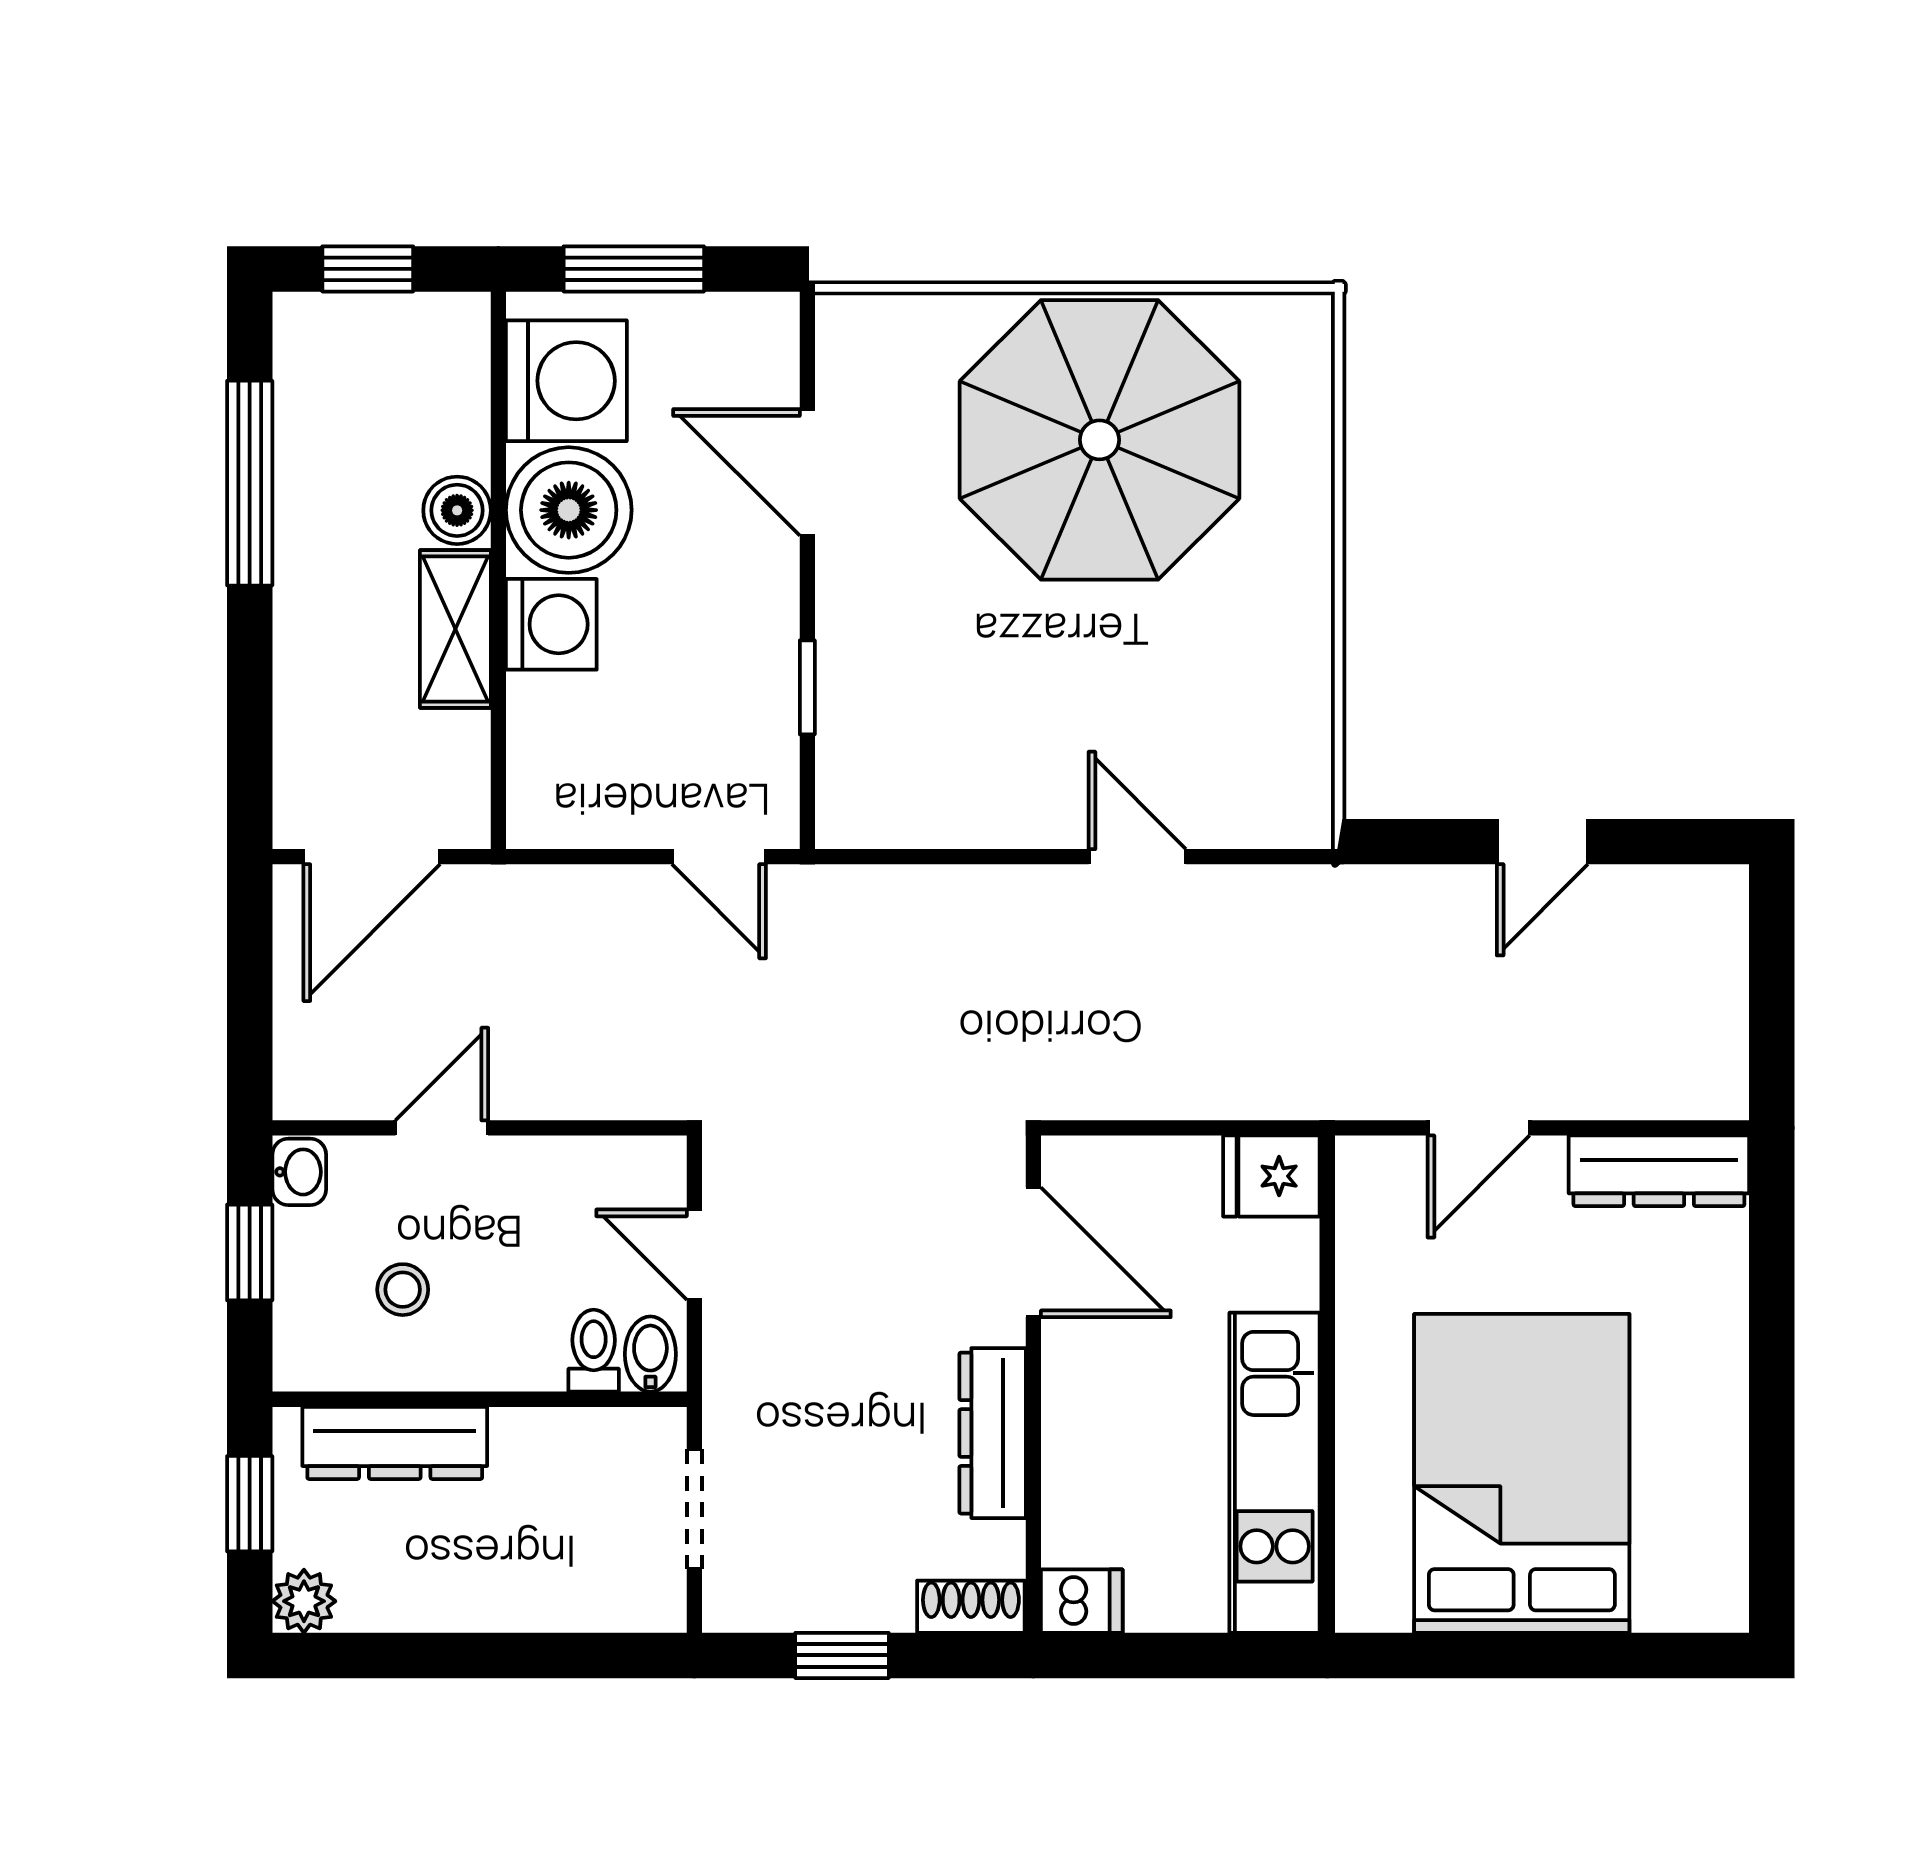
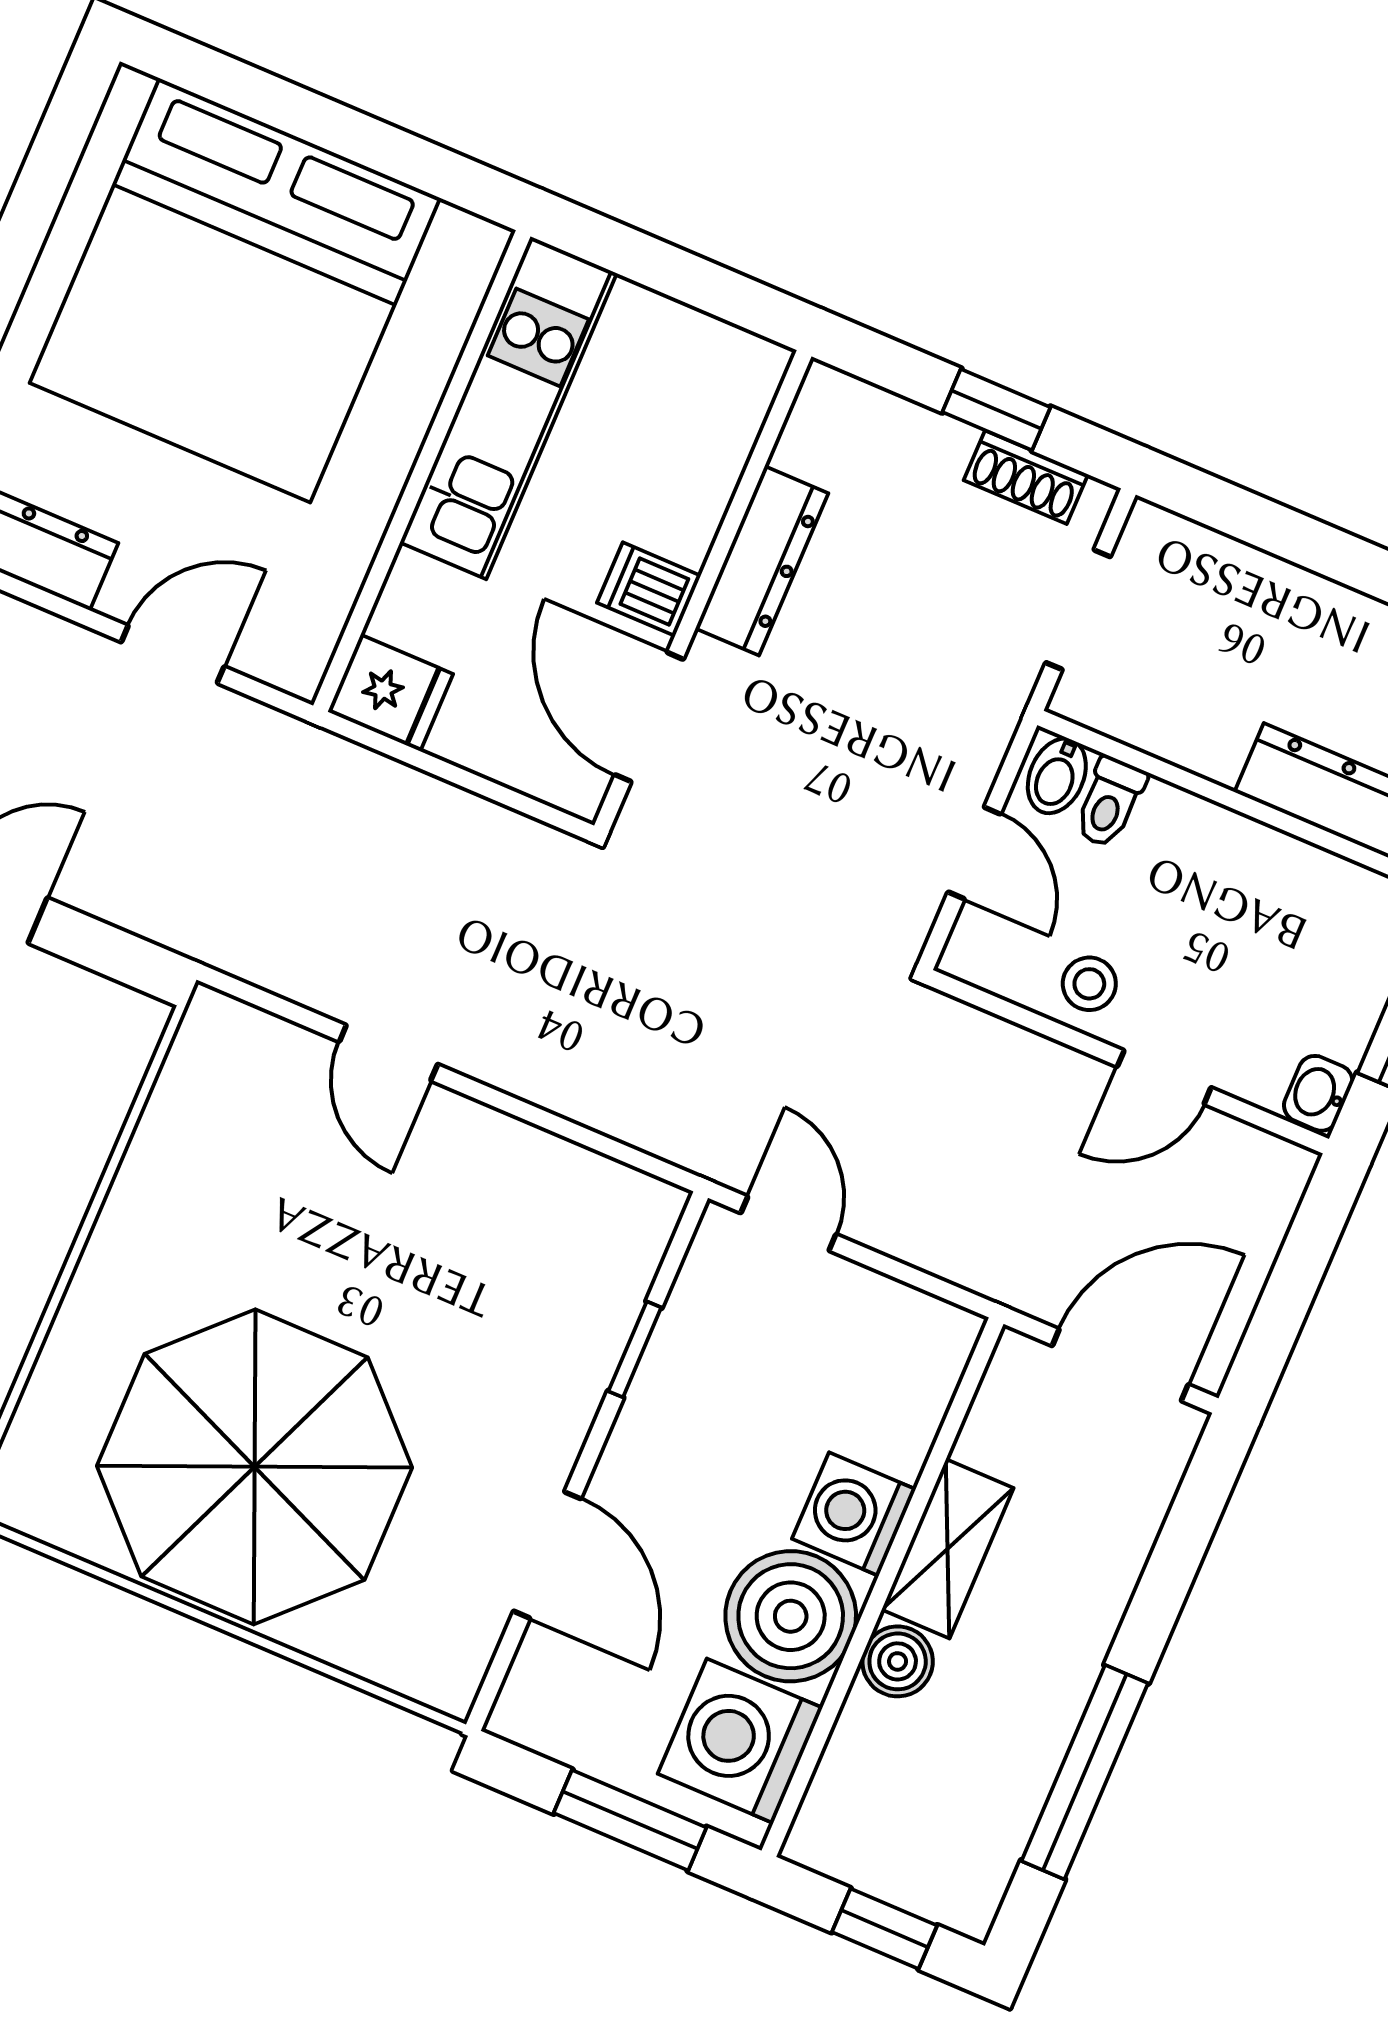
stool: (403, 1290) -> (1089, 984), moved
bed: (1522, 1473) -> (235, 290), width x1.36
dishwasher: (1082, 1601) -> (649, 589), moved
shoe rack: (971, 1607) -> (1026, 477), moved

